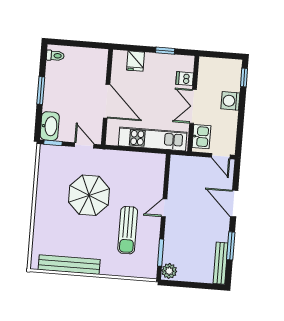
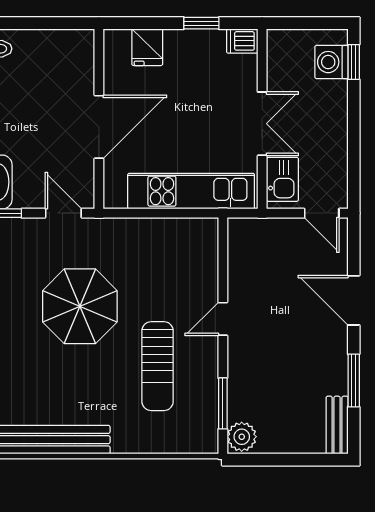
dishwasher: (185, 79) -> (242, 41), moved
door: (107, 101) -> (99, 127), hinge flipped
washing machine: (230, 101) -> (332, 62), moved
double door: (193, 106) -> (262, 124), swing flipped
bench: (221, 263) -> (337, 425), width x0.73

